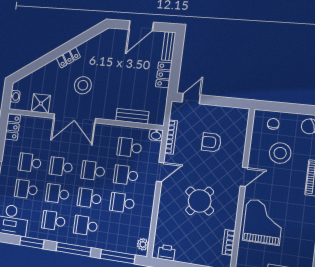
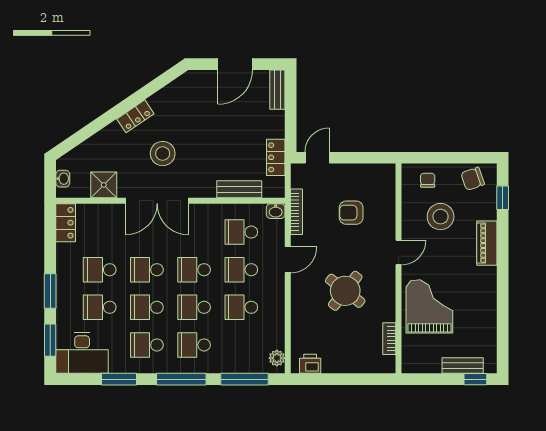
locker: (164, 75) -> (276, 157), moved

